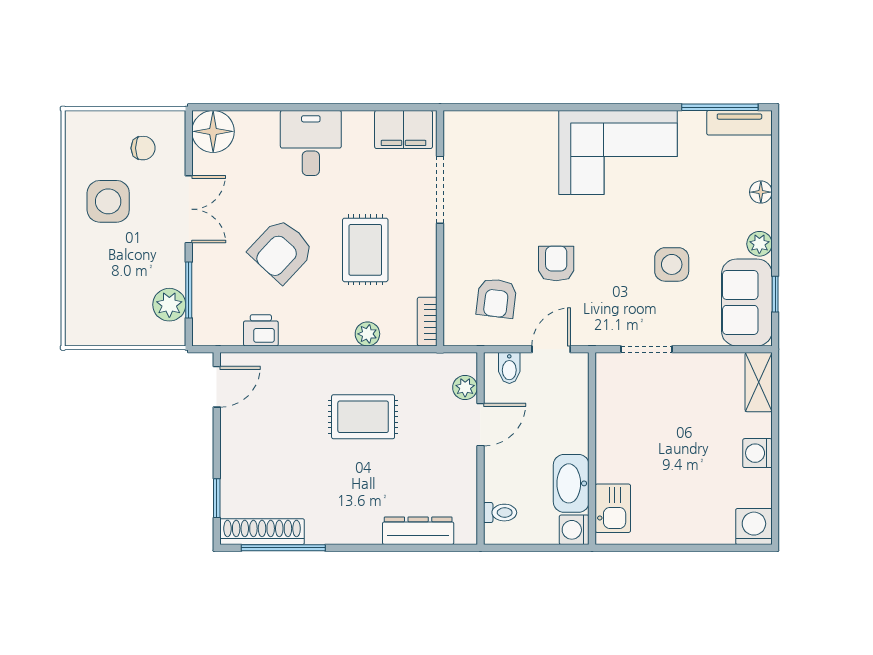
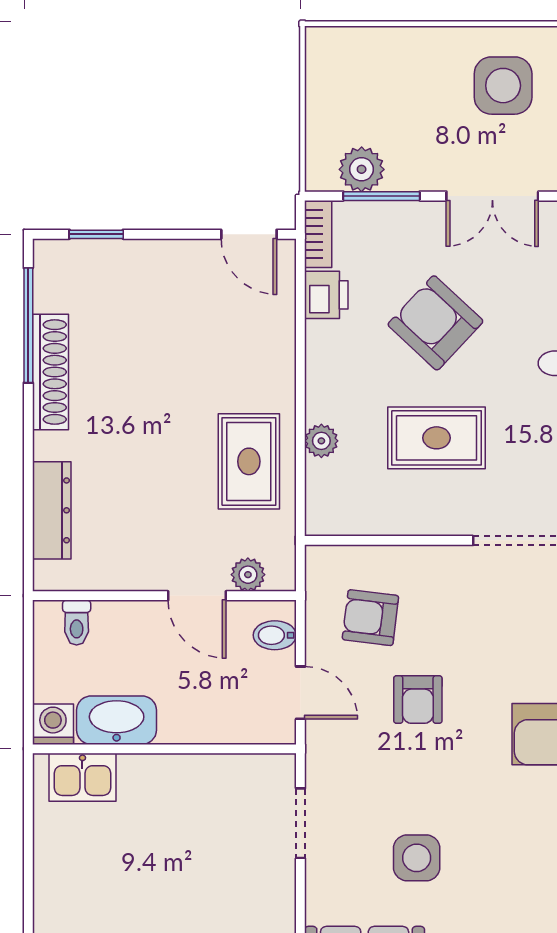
armchair: (556, 264) -> (418, 700), turned 90
bookcase: (427, 322) -> (318, 234), moved, turned 90
rug: (363, 417) -> (249, 461), moved
shoe rack: (262, 532) -> (50, 372), moved

